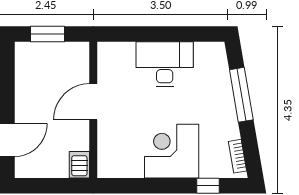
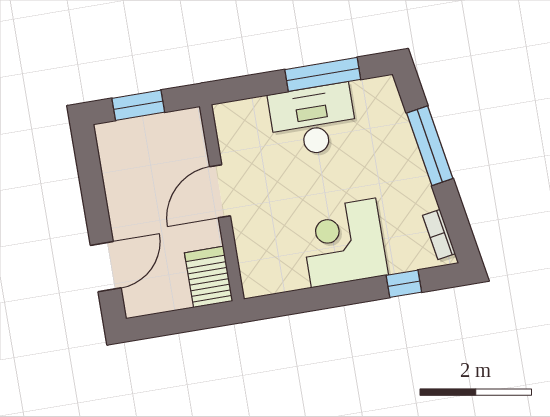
window: (177, 34) -> (323, 74), added
server rack: (79, 165) -> (209, 277), width x1.36, depth x1.44

